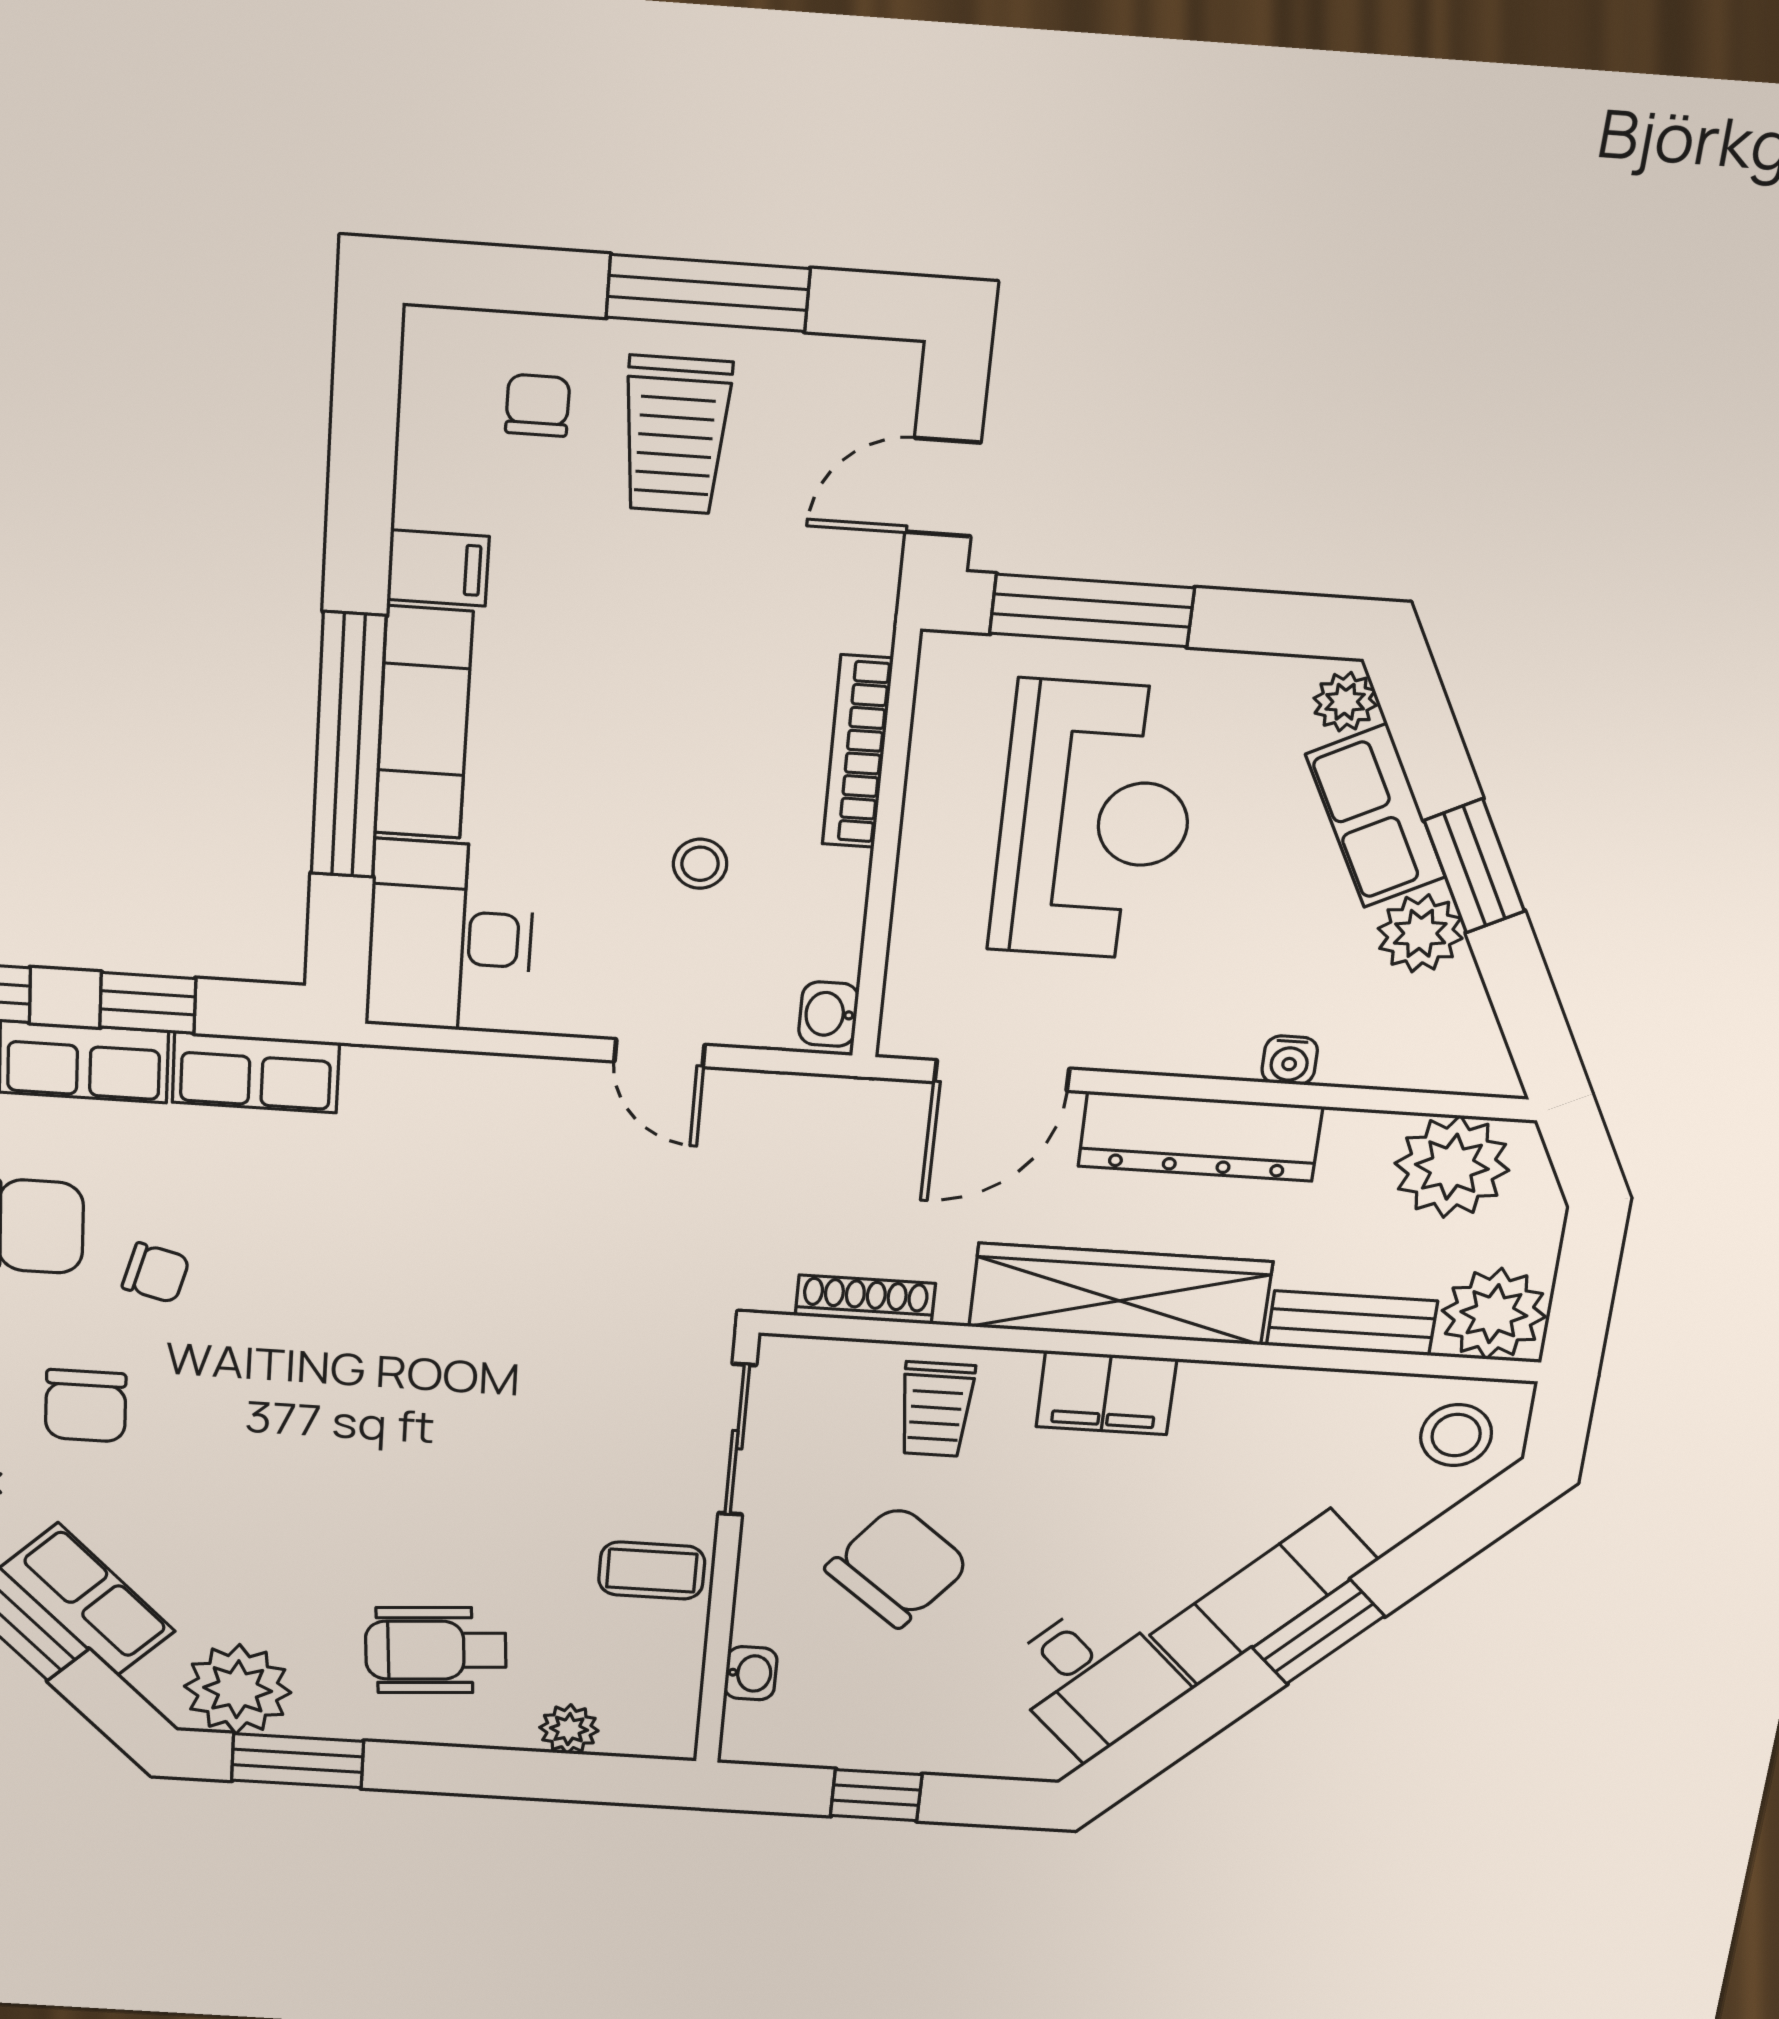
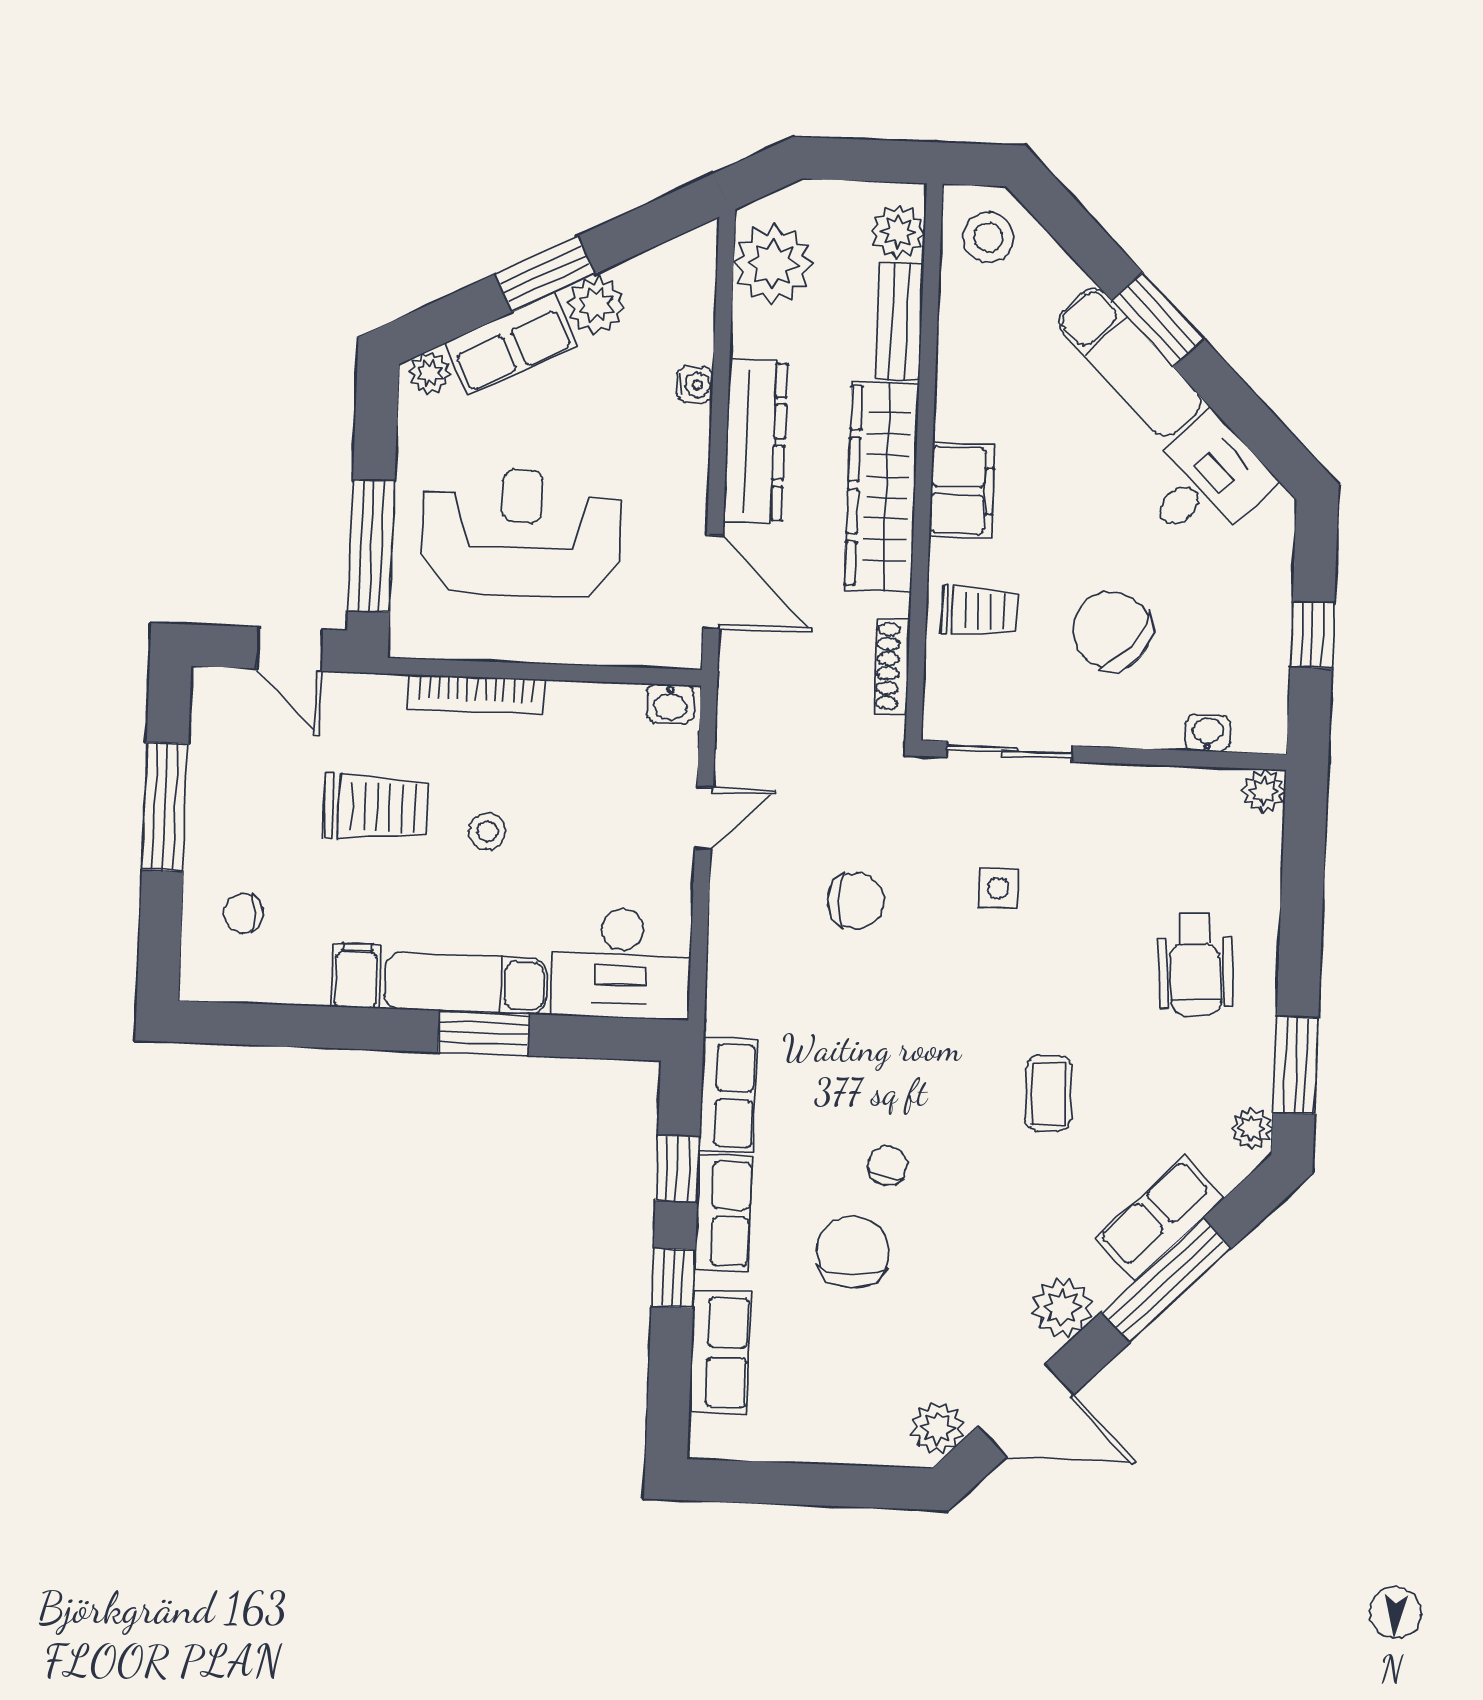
trolley: (676, 435) -> (376, 807), moved
window: (348, 746) -> (484, 1033), width x0.47
stool: (700, 864) -> (487, 831), moved
plant: (1494, 1314) -> (898, 232), width x0.73, depth x0.73
chair: (86, 1406) -> (856, 901), moved
side table: (547, 1421) -> (998, 888), added
coffee table: (652, 1571) -> (1049, 1094), moved
plant: (238, 1689) -> (1252, 1128), width x0.53, depth x0.53
plant: (569, 1729) -> (1264, 791), moved

